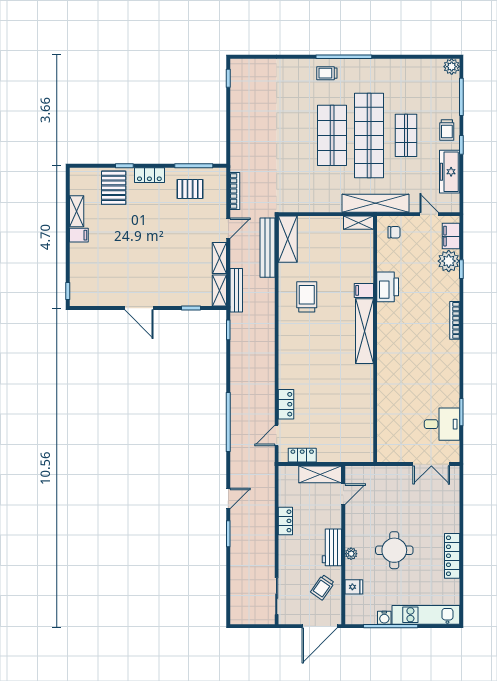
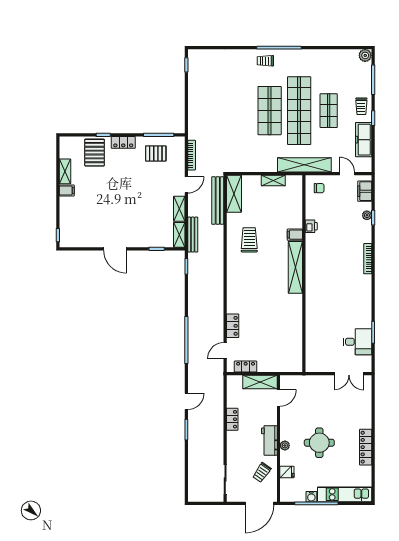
shelving: (358, 223) -> (273, 180), moved
plant: (449, 261) -> (367, 215), width x0.53, depth x0.53
printer: (388, 287) -> (311, 226), width x0.53, depth x0.68

